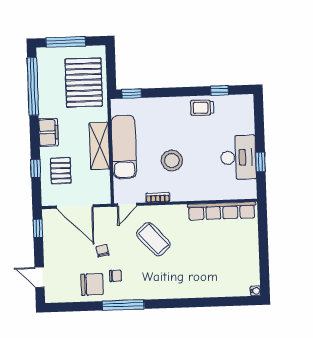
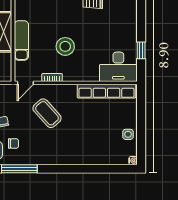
exam couch: (124, 147) -> (21, 40), width x0.73, depth x0.69
desk: (238, 157) -> (118, 67), moved, turned 90
side table: (249, 260) -> (128, 134), added

